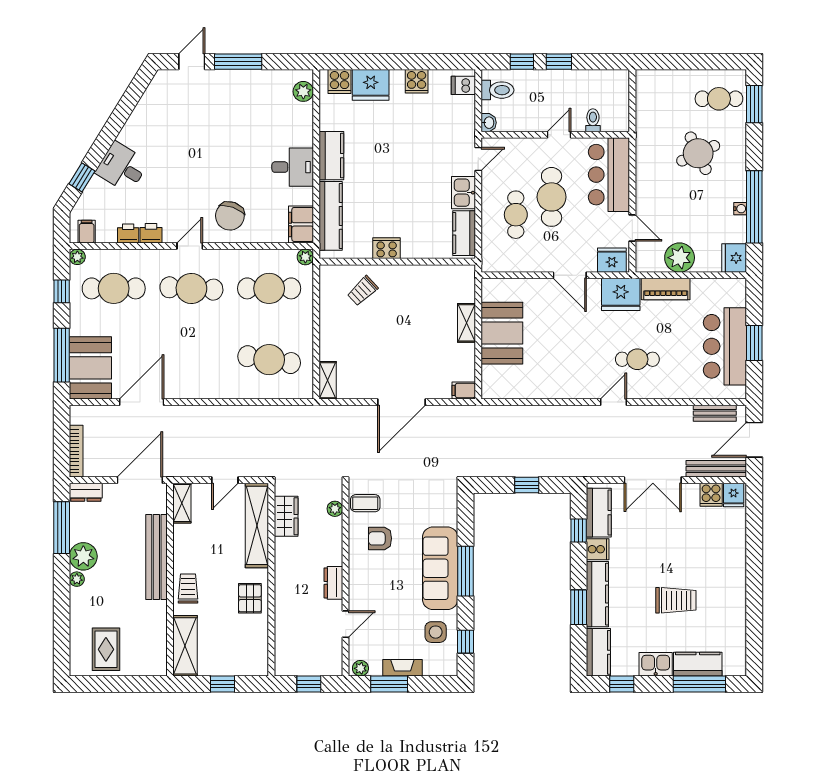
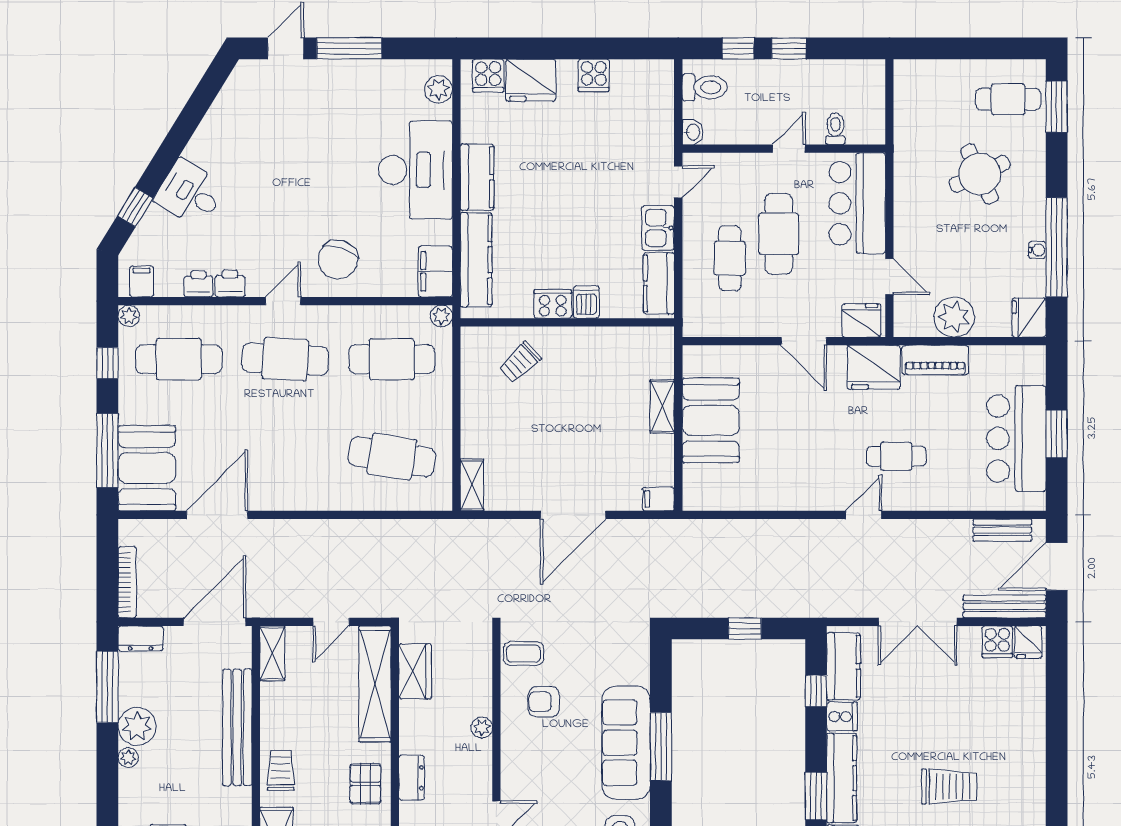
dishwasher: (463, 85) -> (586, 302), moved, turned 90
desk: (293, 167) -> (415, 170), width x1.87, depth x1.30
plant: (335, 509) -> (482, 727), moved
dresser: (333, 583) -> (412, 778), moved, turned 180

